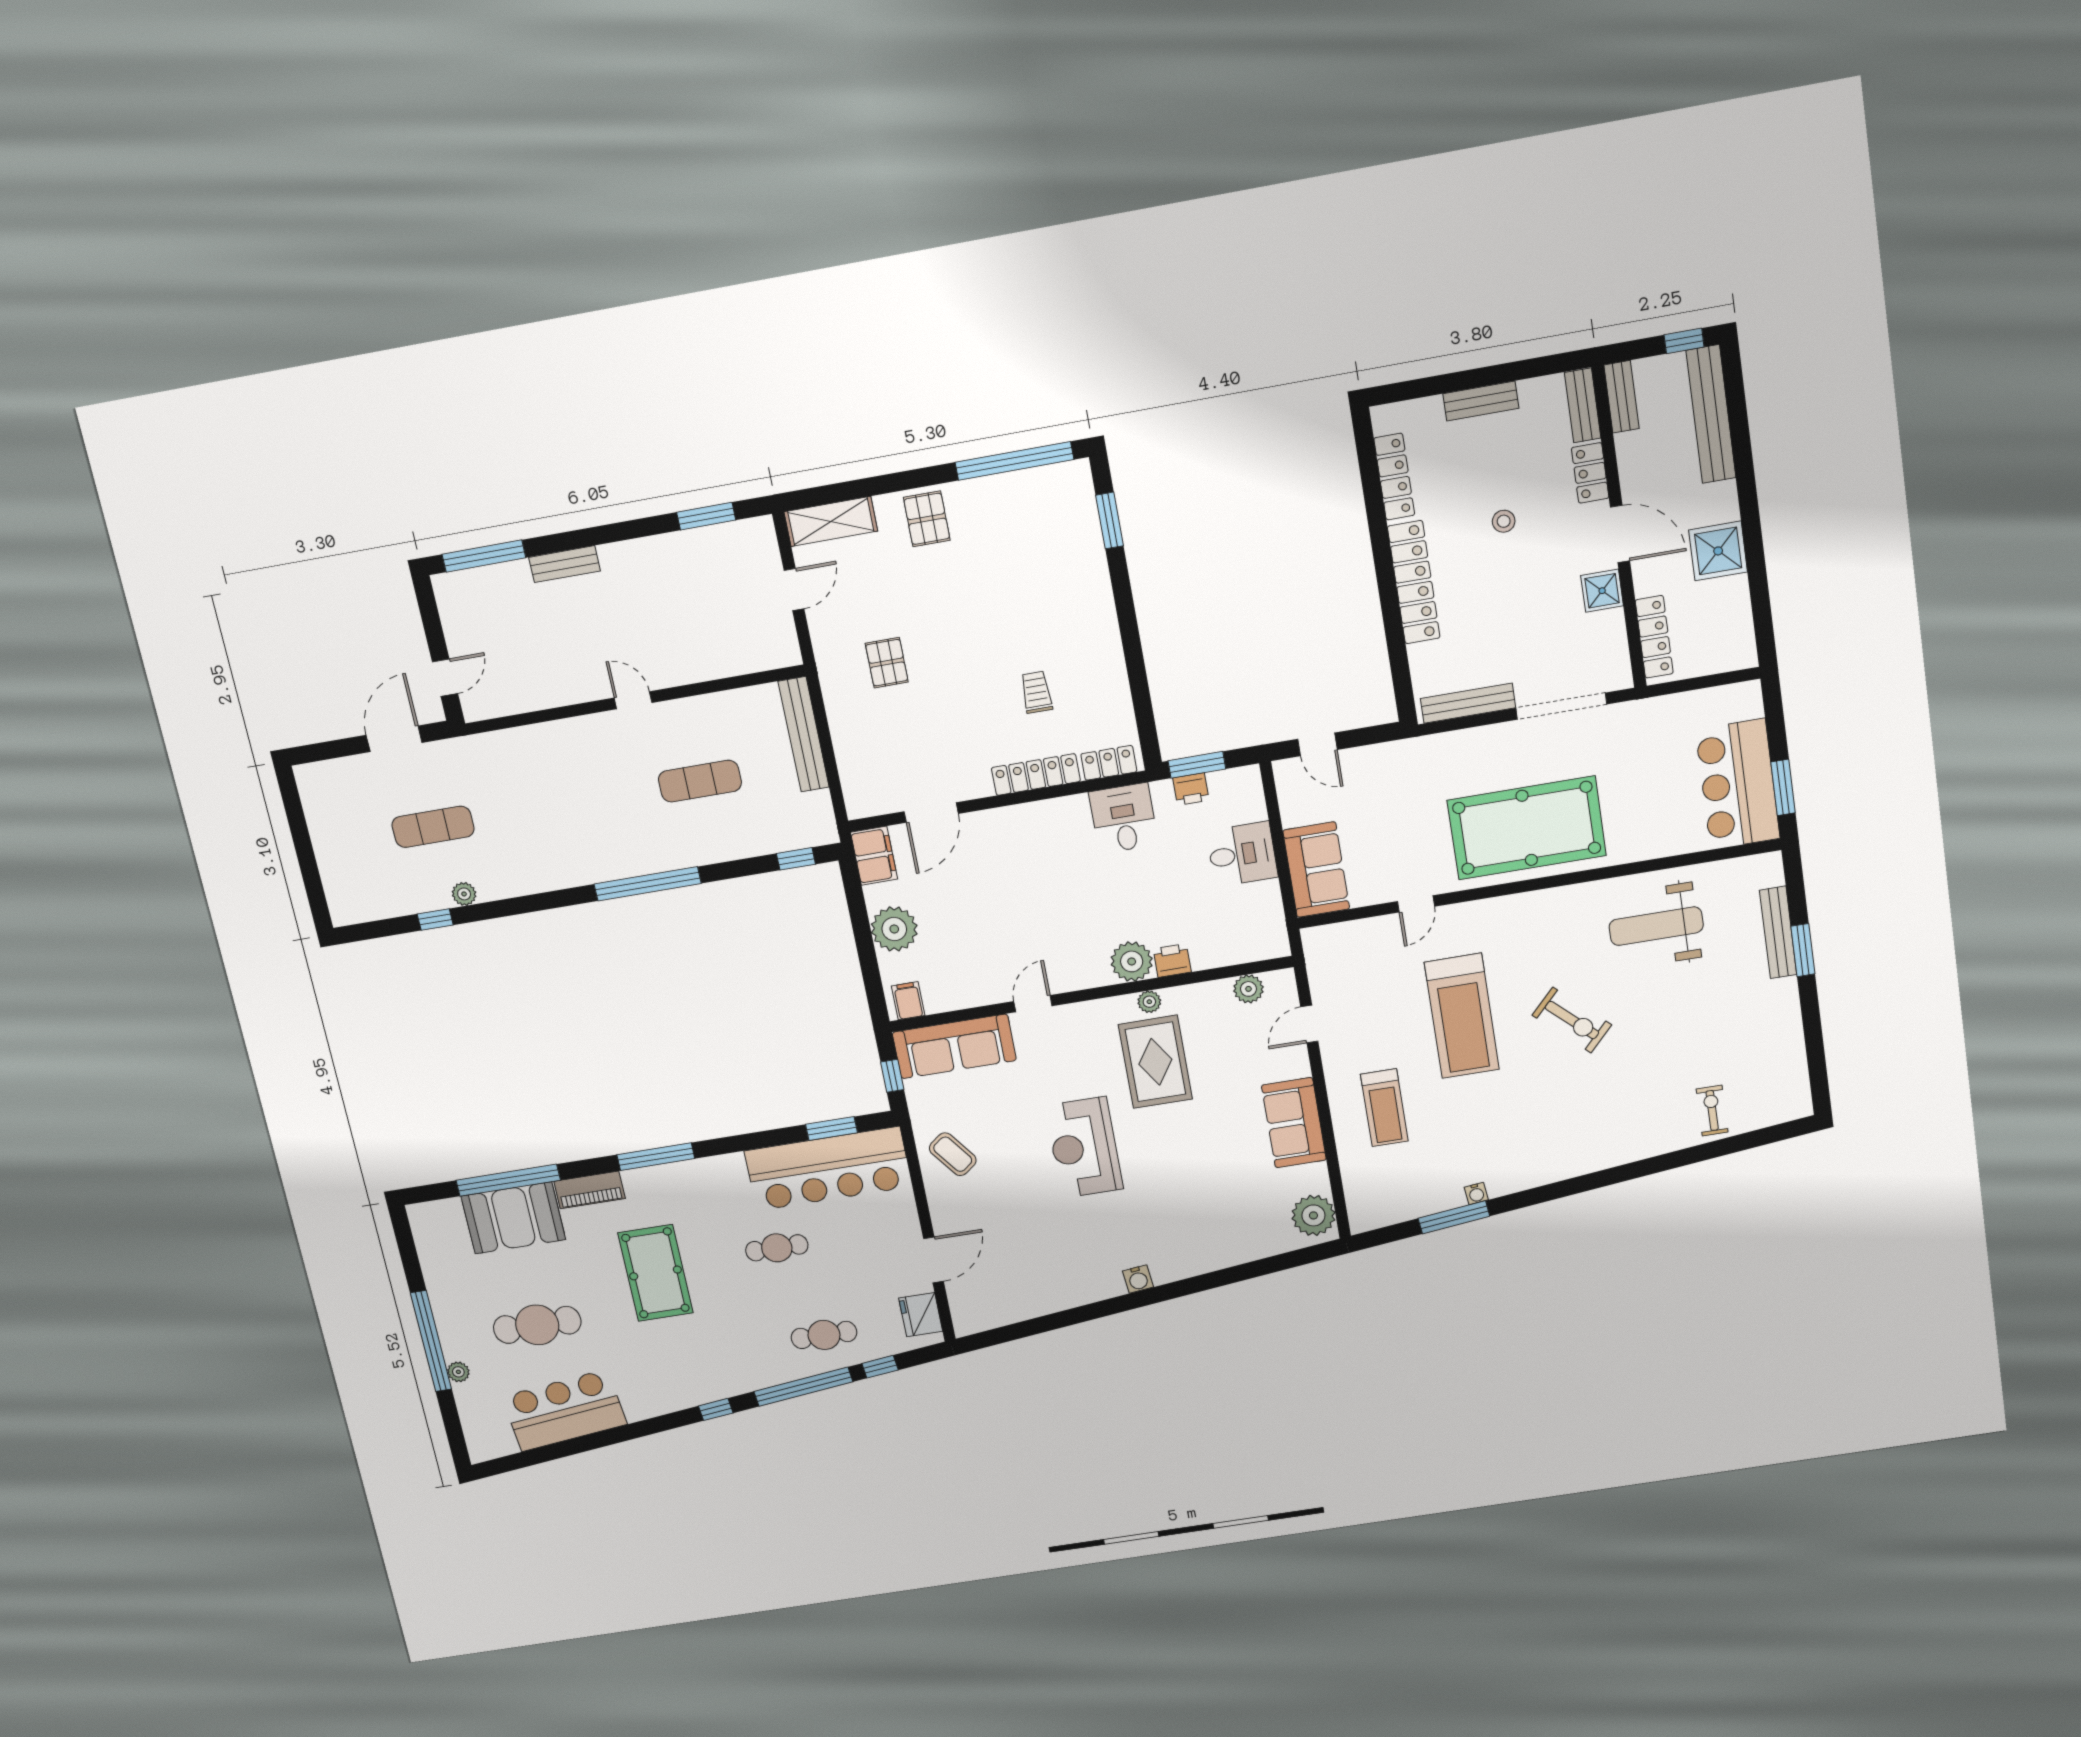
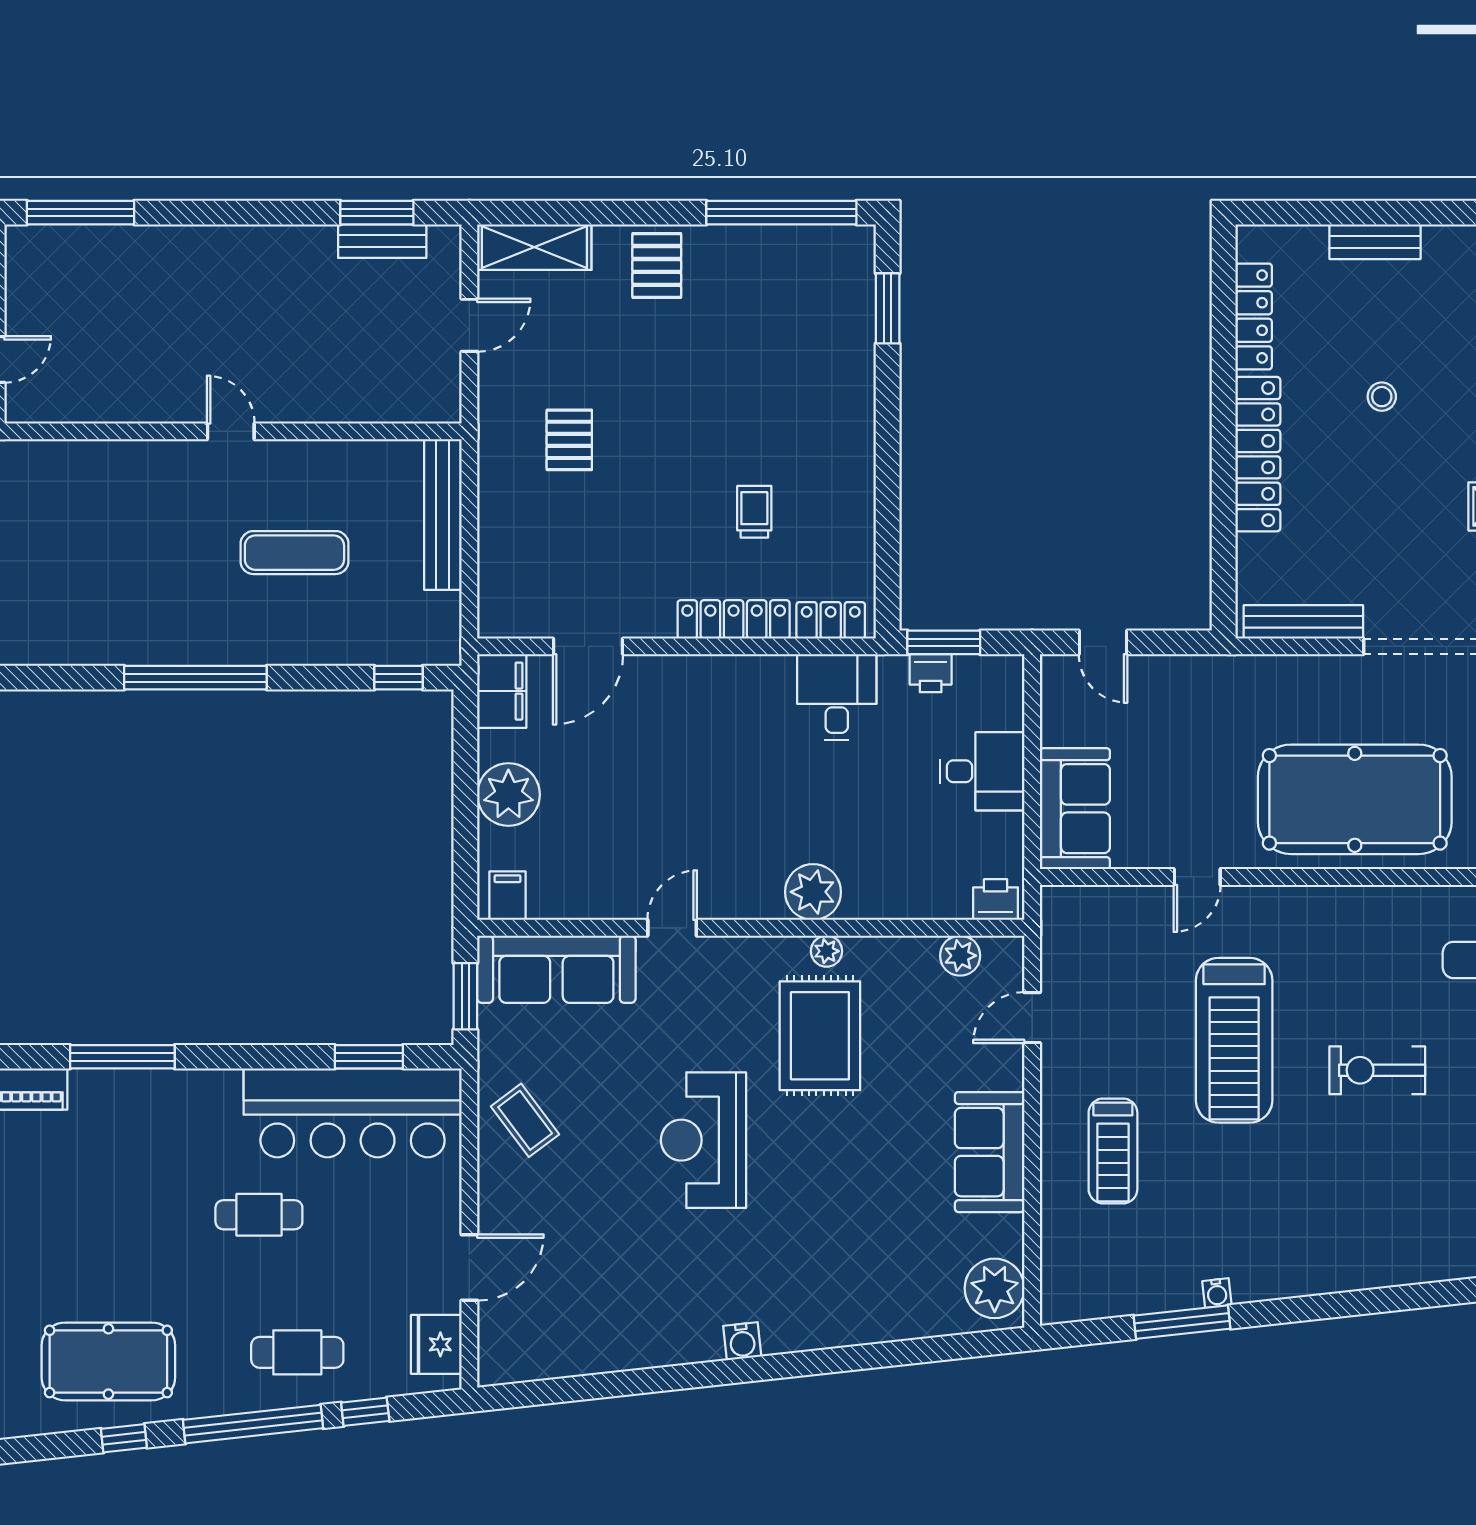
bench: (565, 564) -> (382, 241), moved
printer: (1172, 960) -> (996, 900), moved
exercise bike: (1572, 1020) -> (1377, 1070), turned 137
window: (892, 1076) -> (465, 996), width x1.50
pool table: (655, 1273) -> (108, 1361), moved, turned 90

